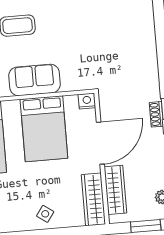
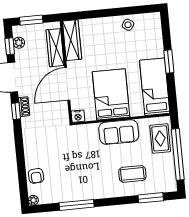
armchair: (142, 25) -> (36, 176), added
side table: (45, 214) -> (128, 25), moved

